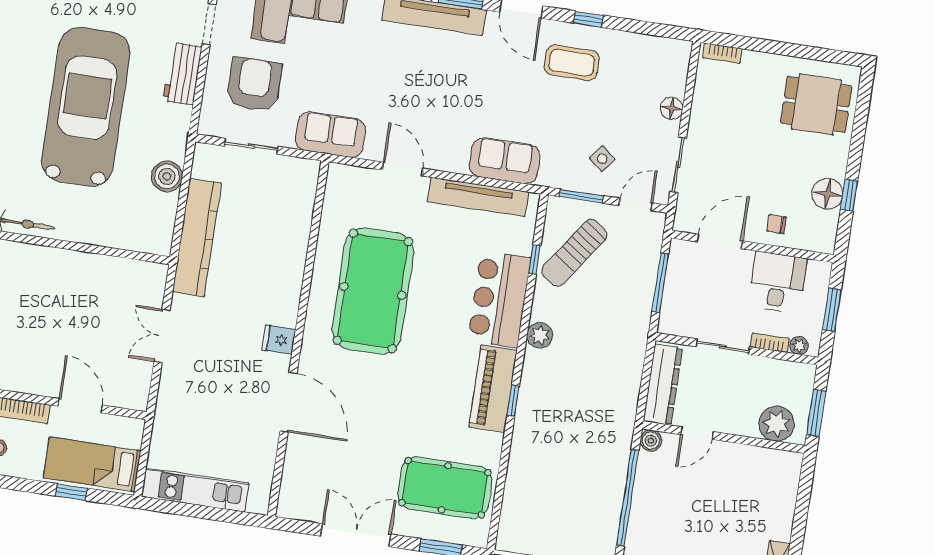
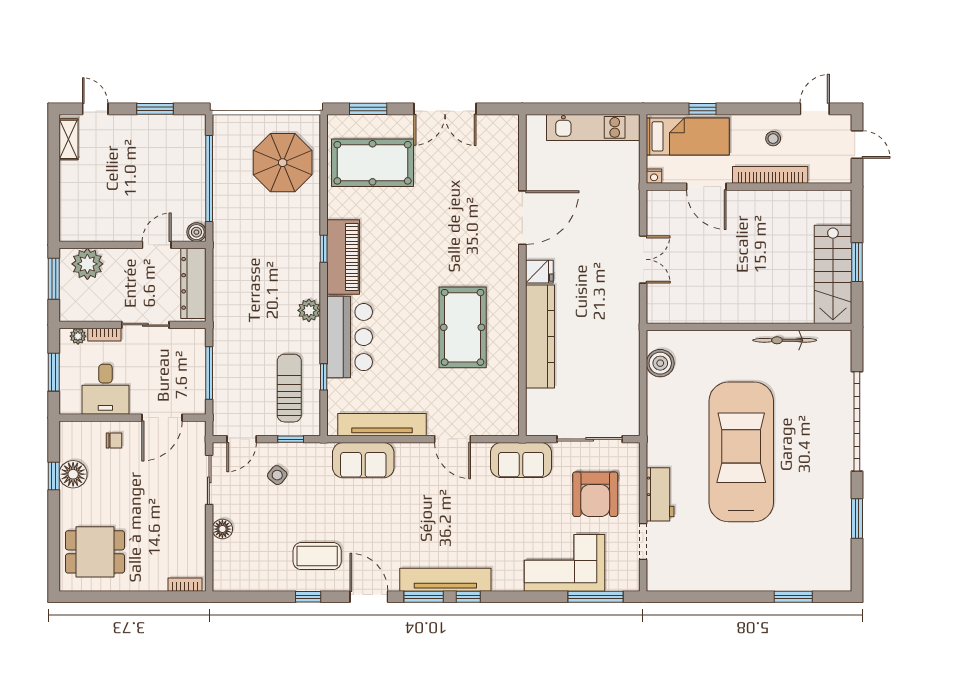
car: (86, 107) -> (741, 452), turned 180
sliding door: (251, 146) -> (590, 439), width x1.37
boiler: (167, 176) -> (660, 363), moved
window: (581, 196) -> (291, 439), width x0.67
kitchen counter: (197, 237) -> (540, 337), moved, turned 180
sun lounger: (574, 253) -> (289, 388), turned -35
pool table: (373, 291) -> (463, 327), width x0.73, depth x0.76
door: (289, 402) -> (522, 218), swing flipped
nightstand: (136, 426) -> (654, 176), added
parasol: (544, 503) -> (283, 163), added

